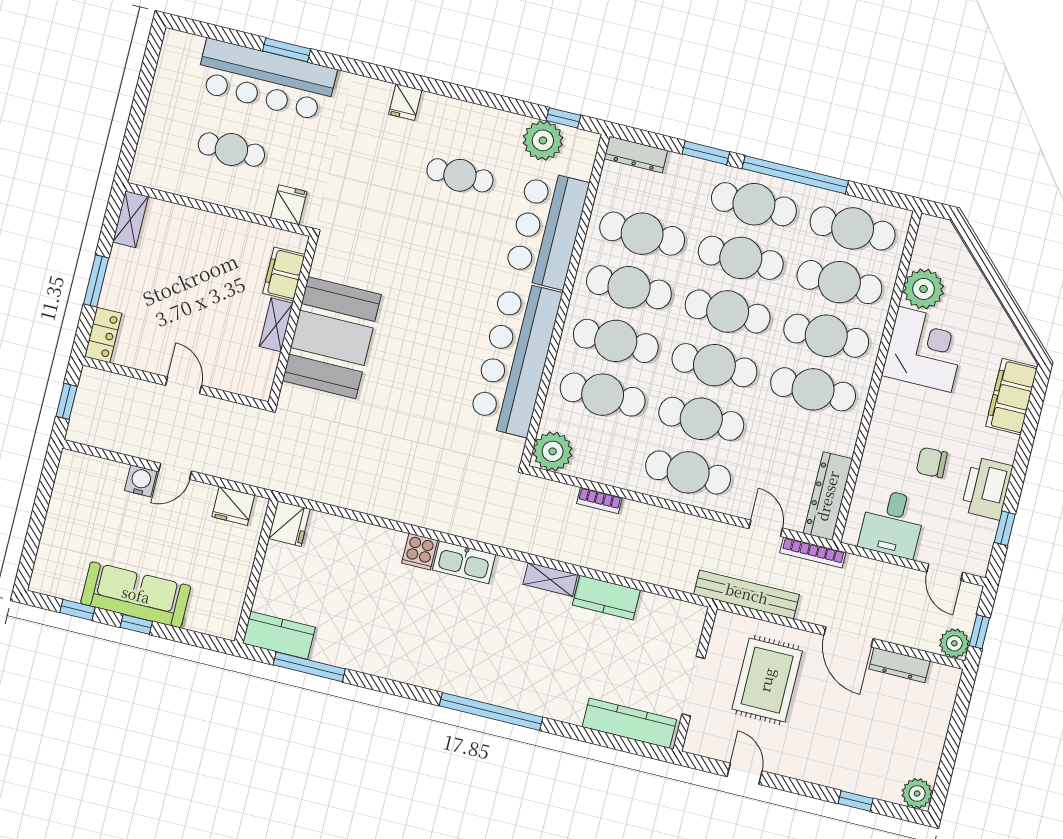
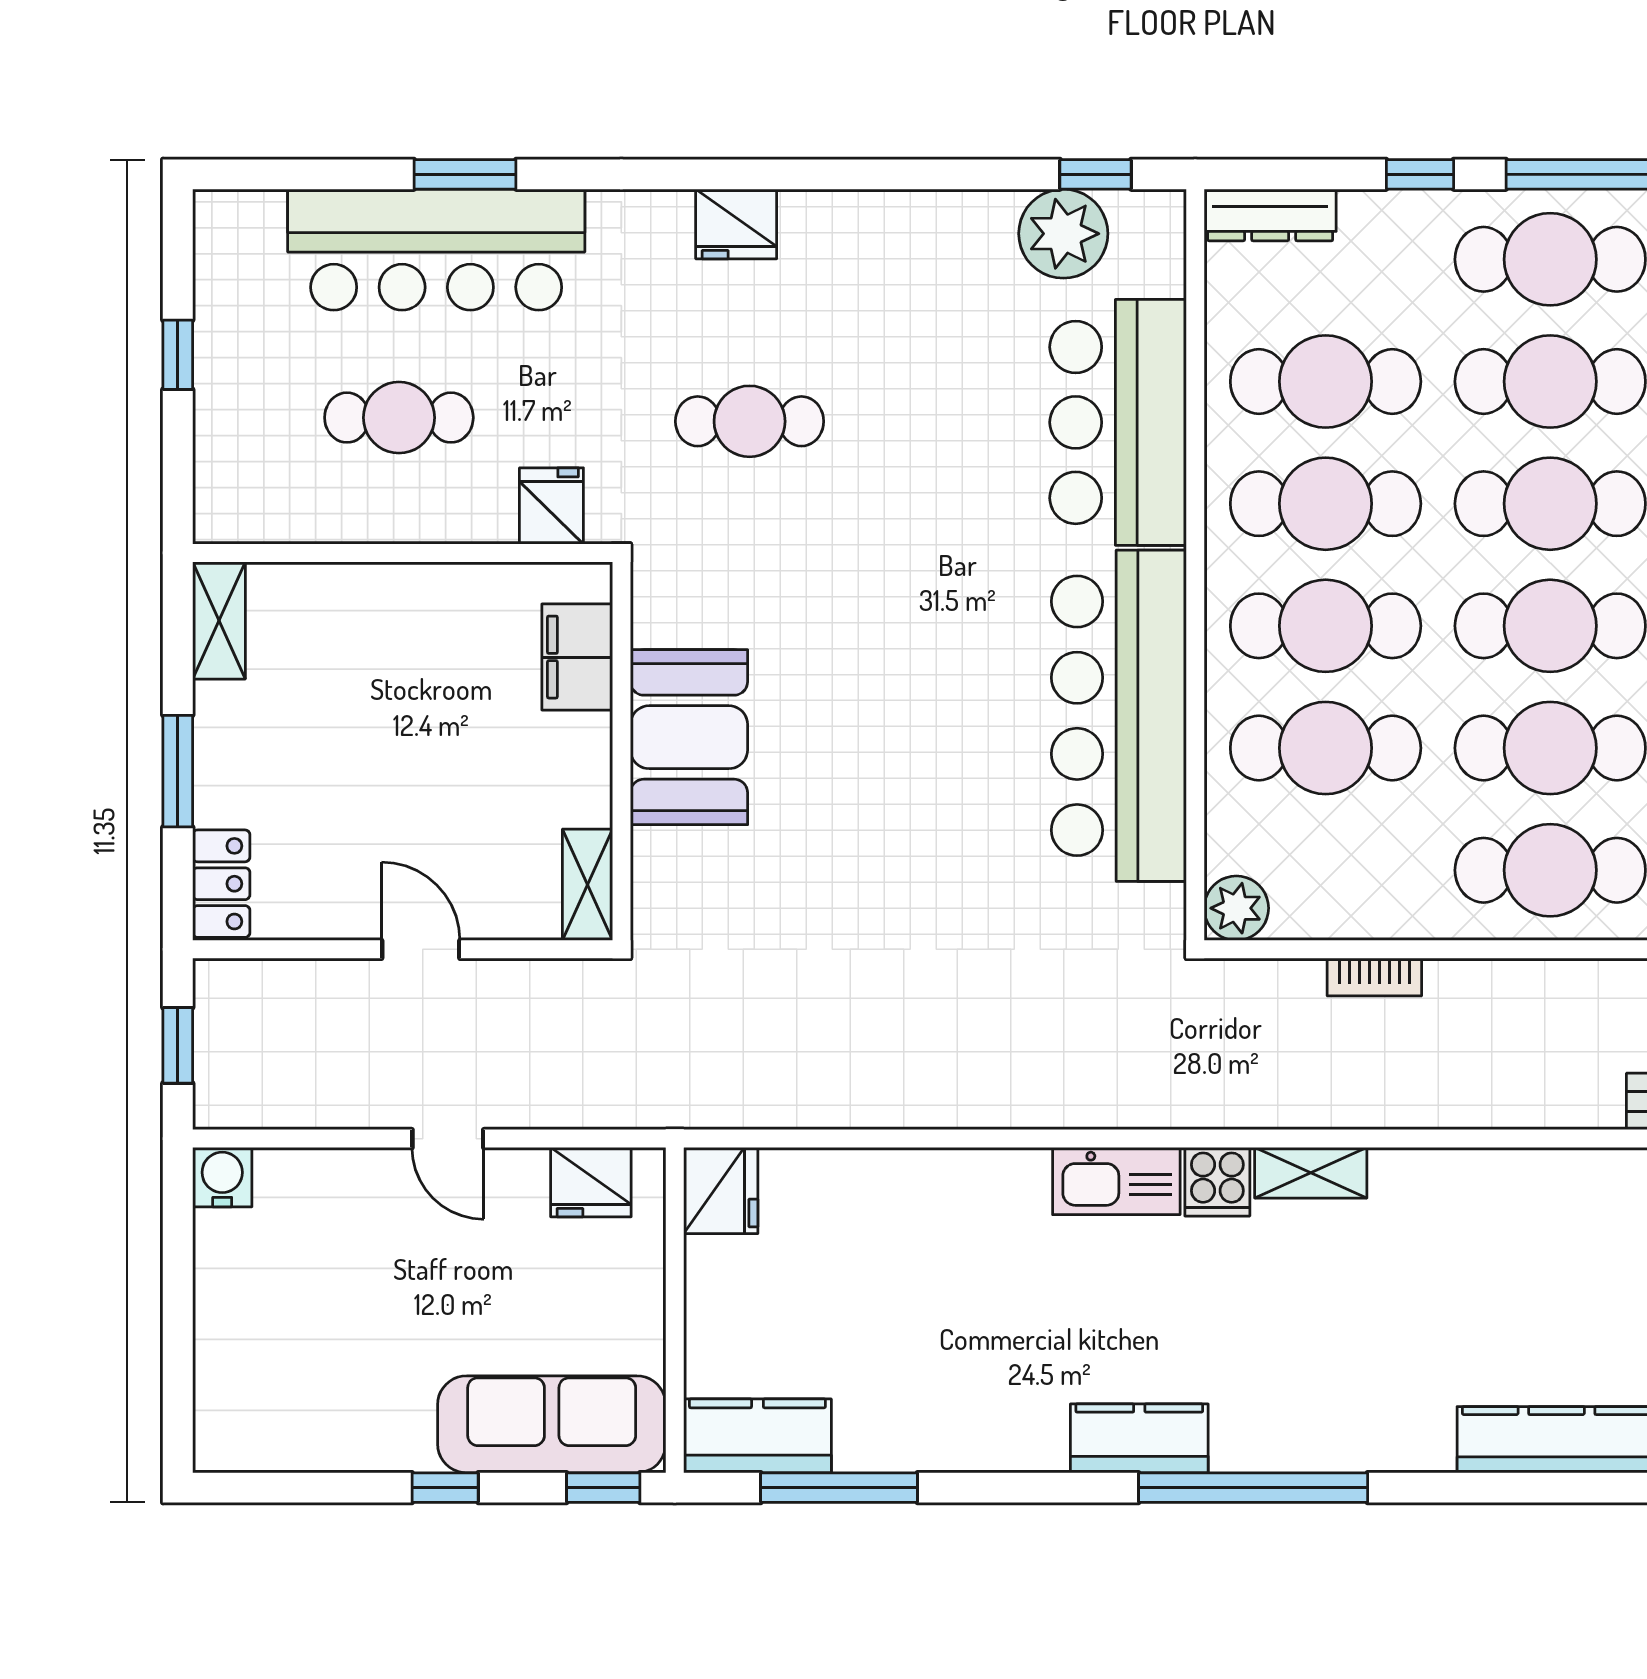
window: (141, 98) -> (178, 355), added
fridge: (405, 102) -> (736, 224), width x1.38
window: (706, 153) -> (1420, 174), width x0.67
cafe table: (460, 175) -> (750, 421), moved
shelving: (276, 325) -> (587, 885), moved
booth: (332, 338) -> (689, 737), width x0.73, depth x0.70
plant: (553, 451) -> (1236, 908), width x0.73, depth x0.73
door: (175, 471) -> (448, 1139), hinge flipped
water cooler: (141, 481) -> (222, 1177), moved
cooker: (420, 552) -> (1217, 1182), moved
sofa: (136, 595) -> (552, 1424), moved
kitchen counter: (606, 597) -> (1139, 1438), moved, turned 180
window: (77, 610) -> (603, 1488), moved

